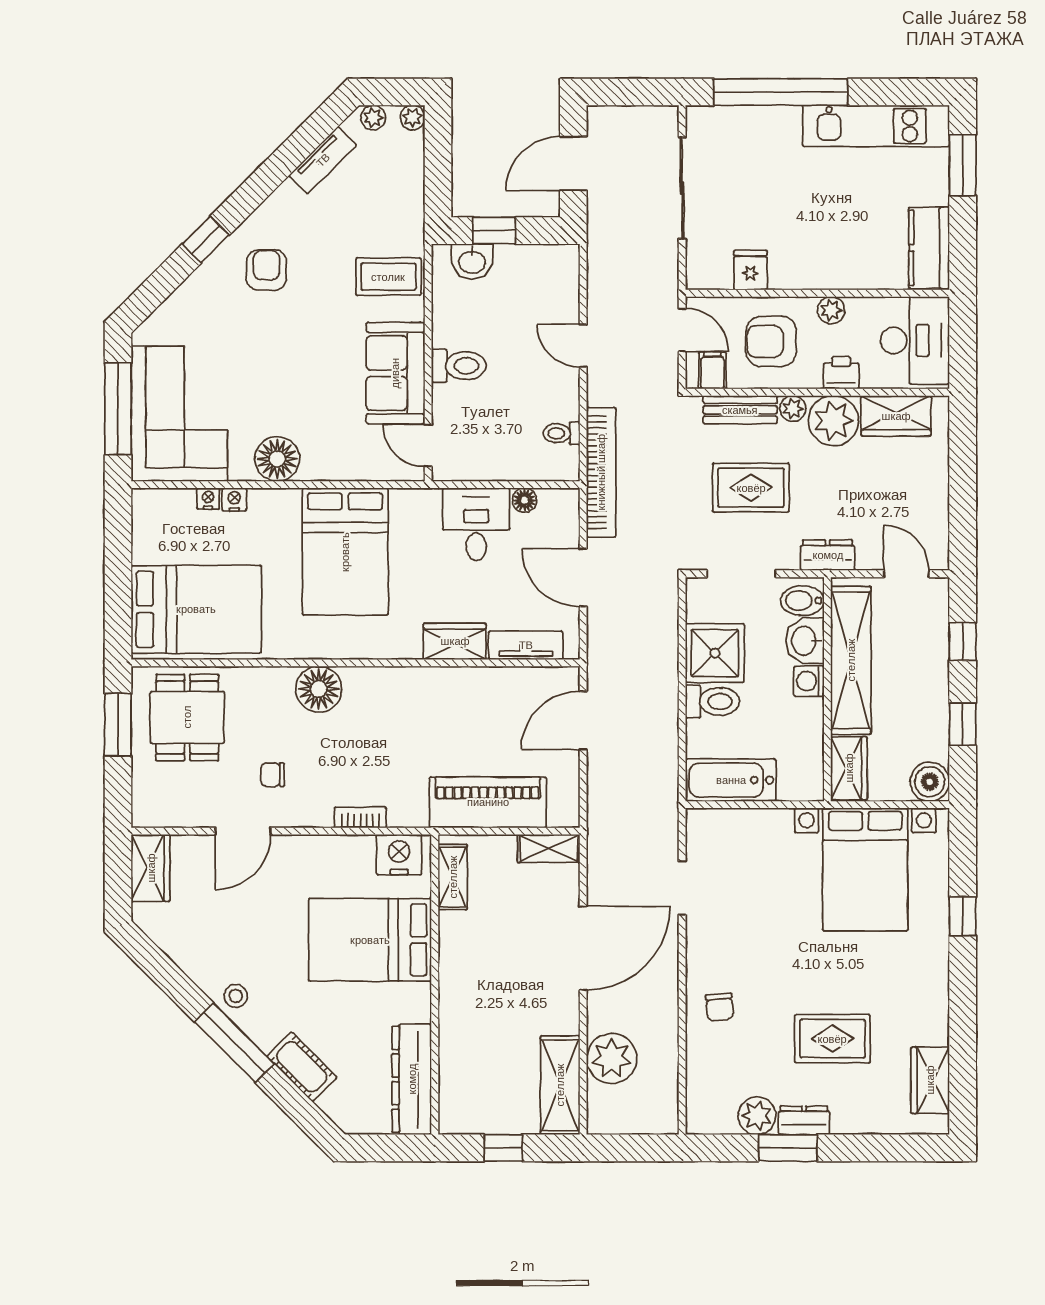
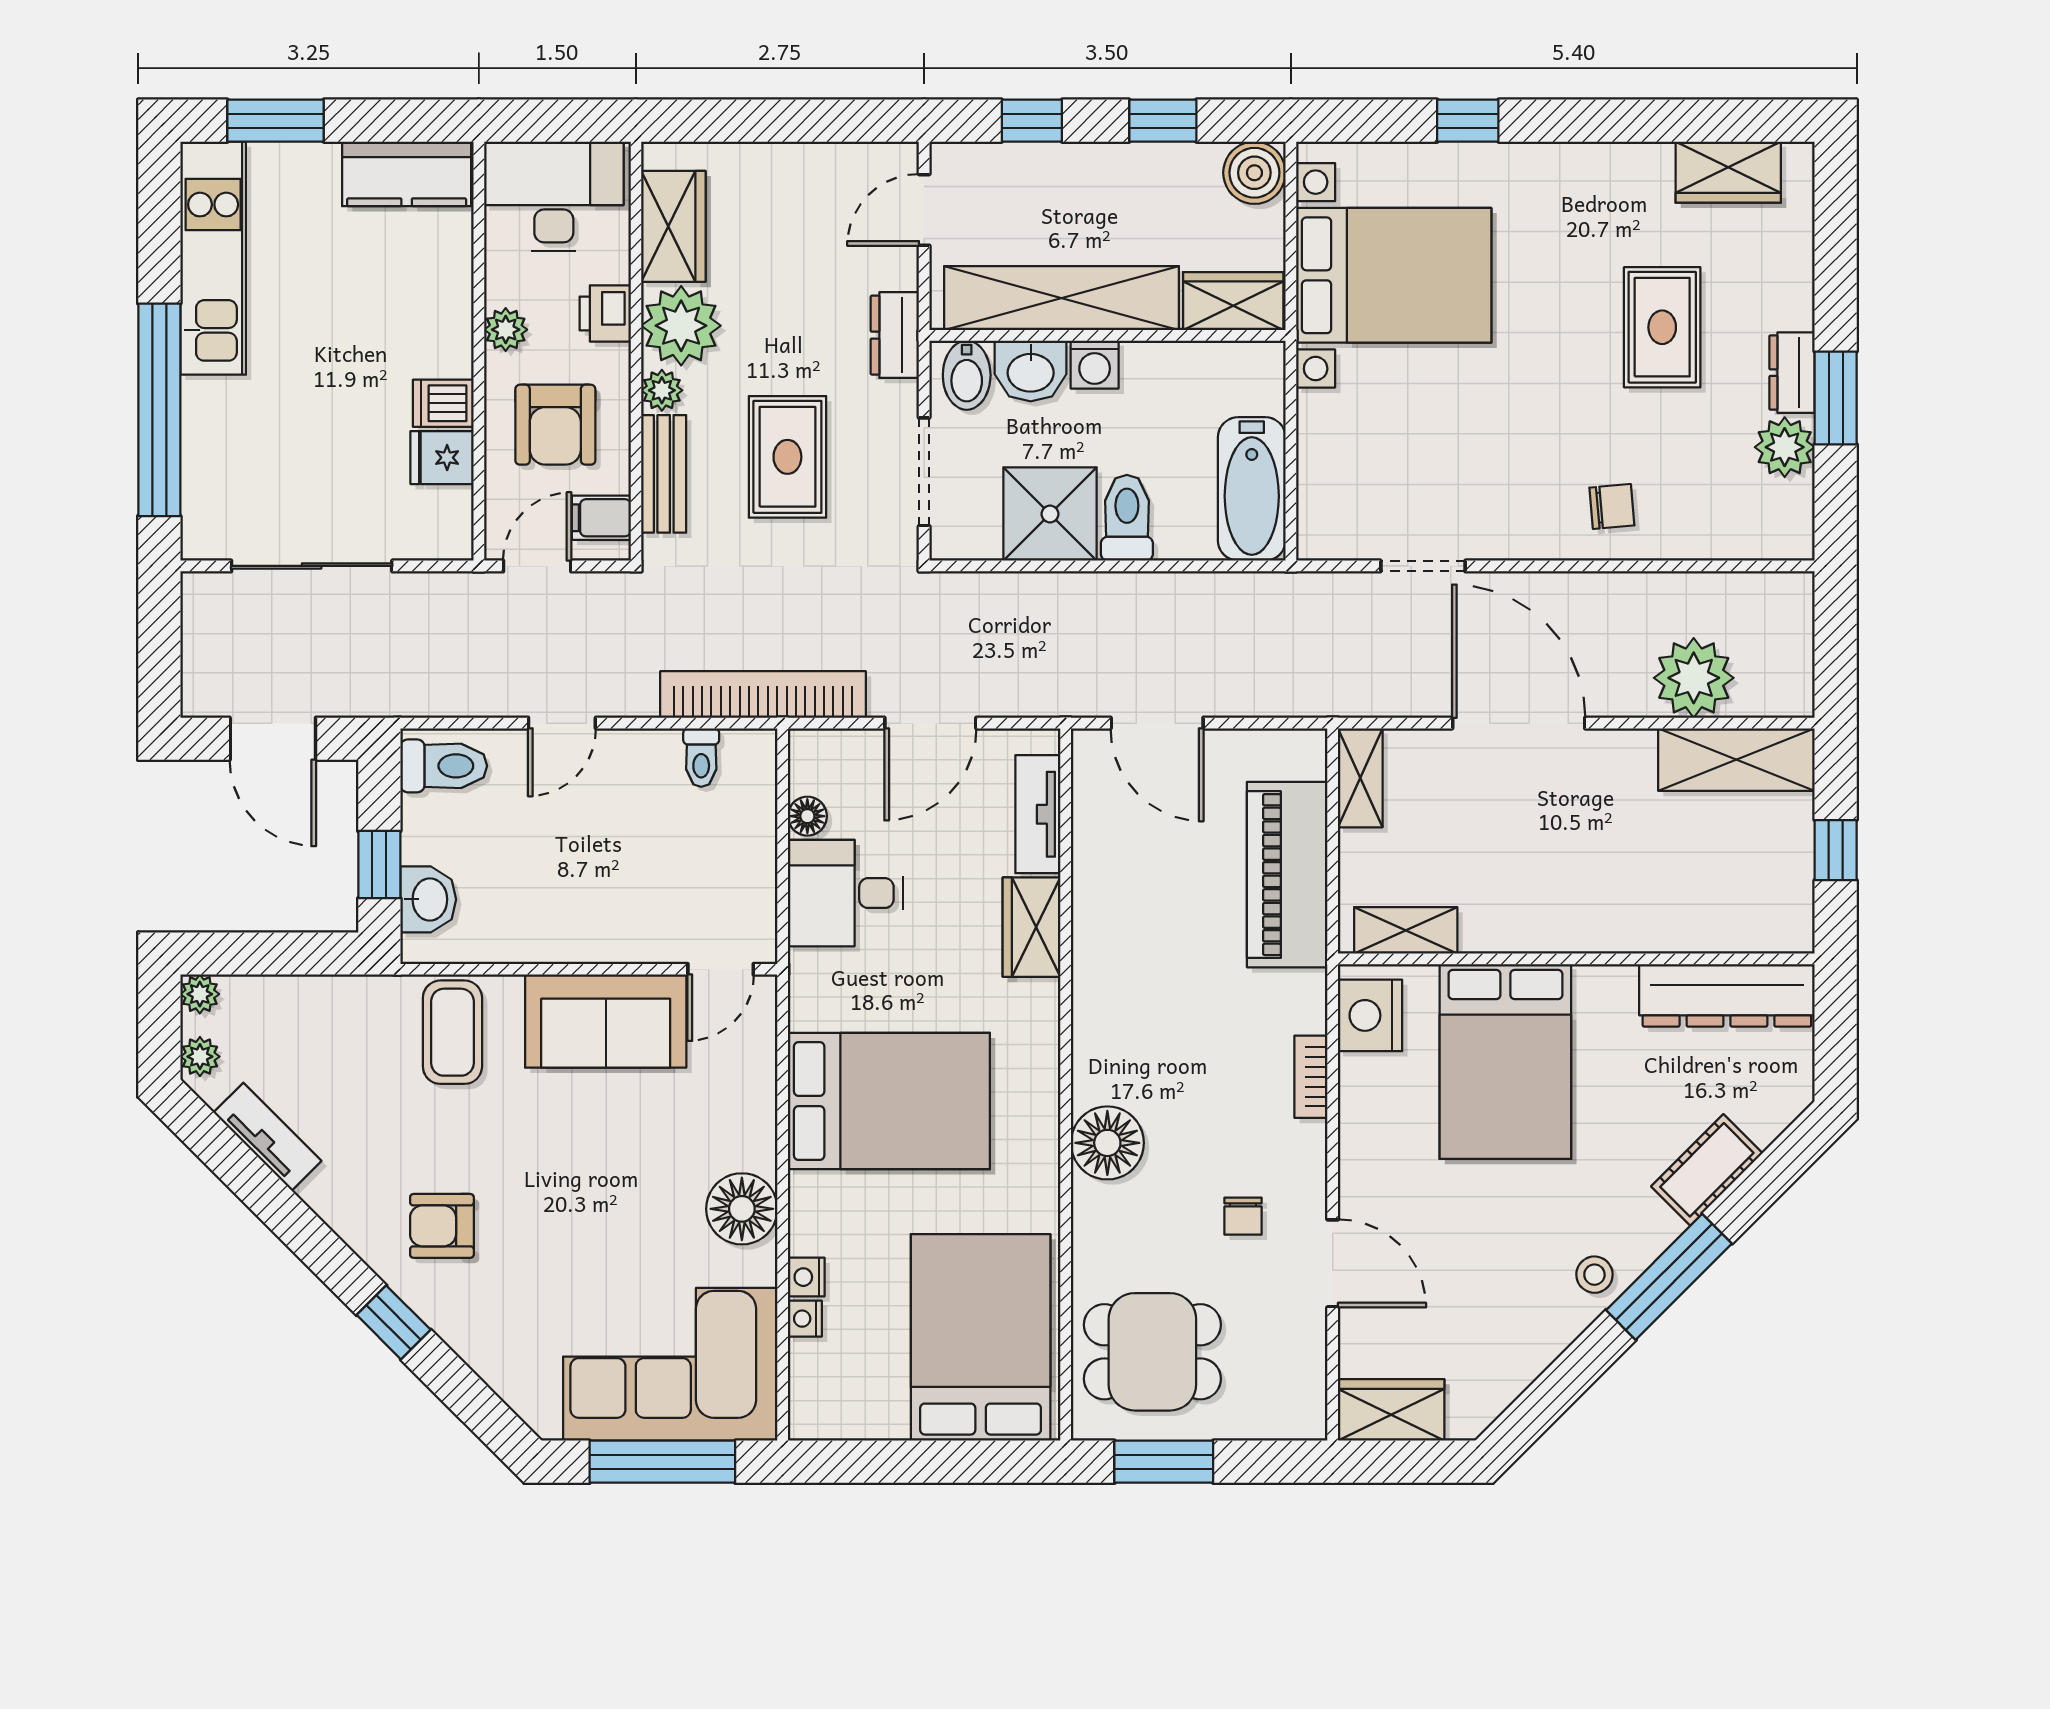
dishwasher: (785, 271) -> (443, 403), added
toilet: (459, 366) -> (444, 766), moved, turned 90

